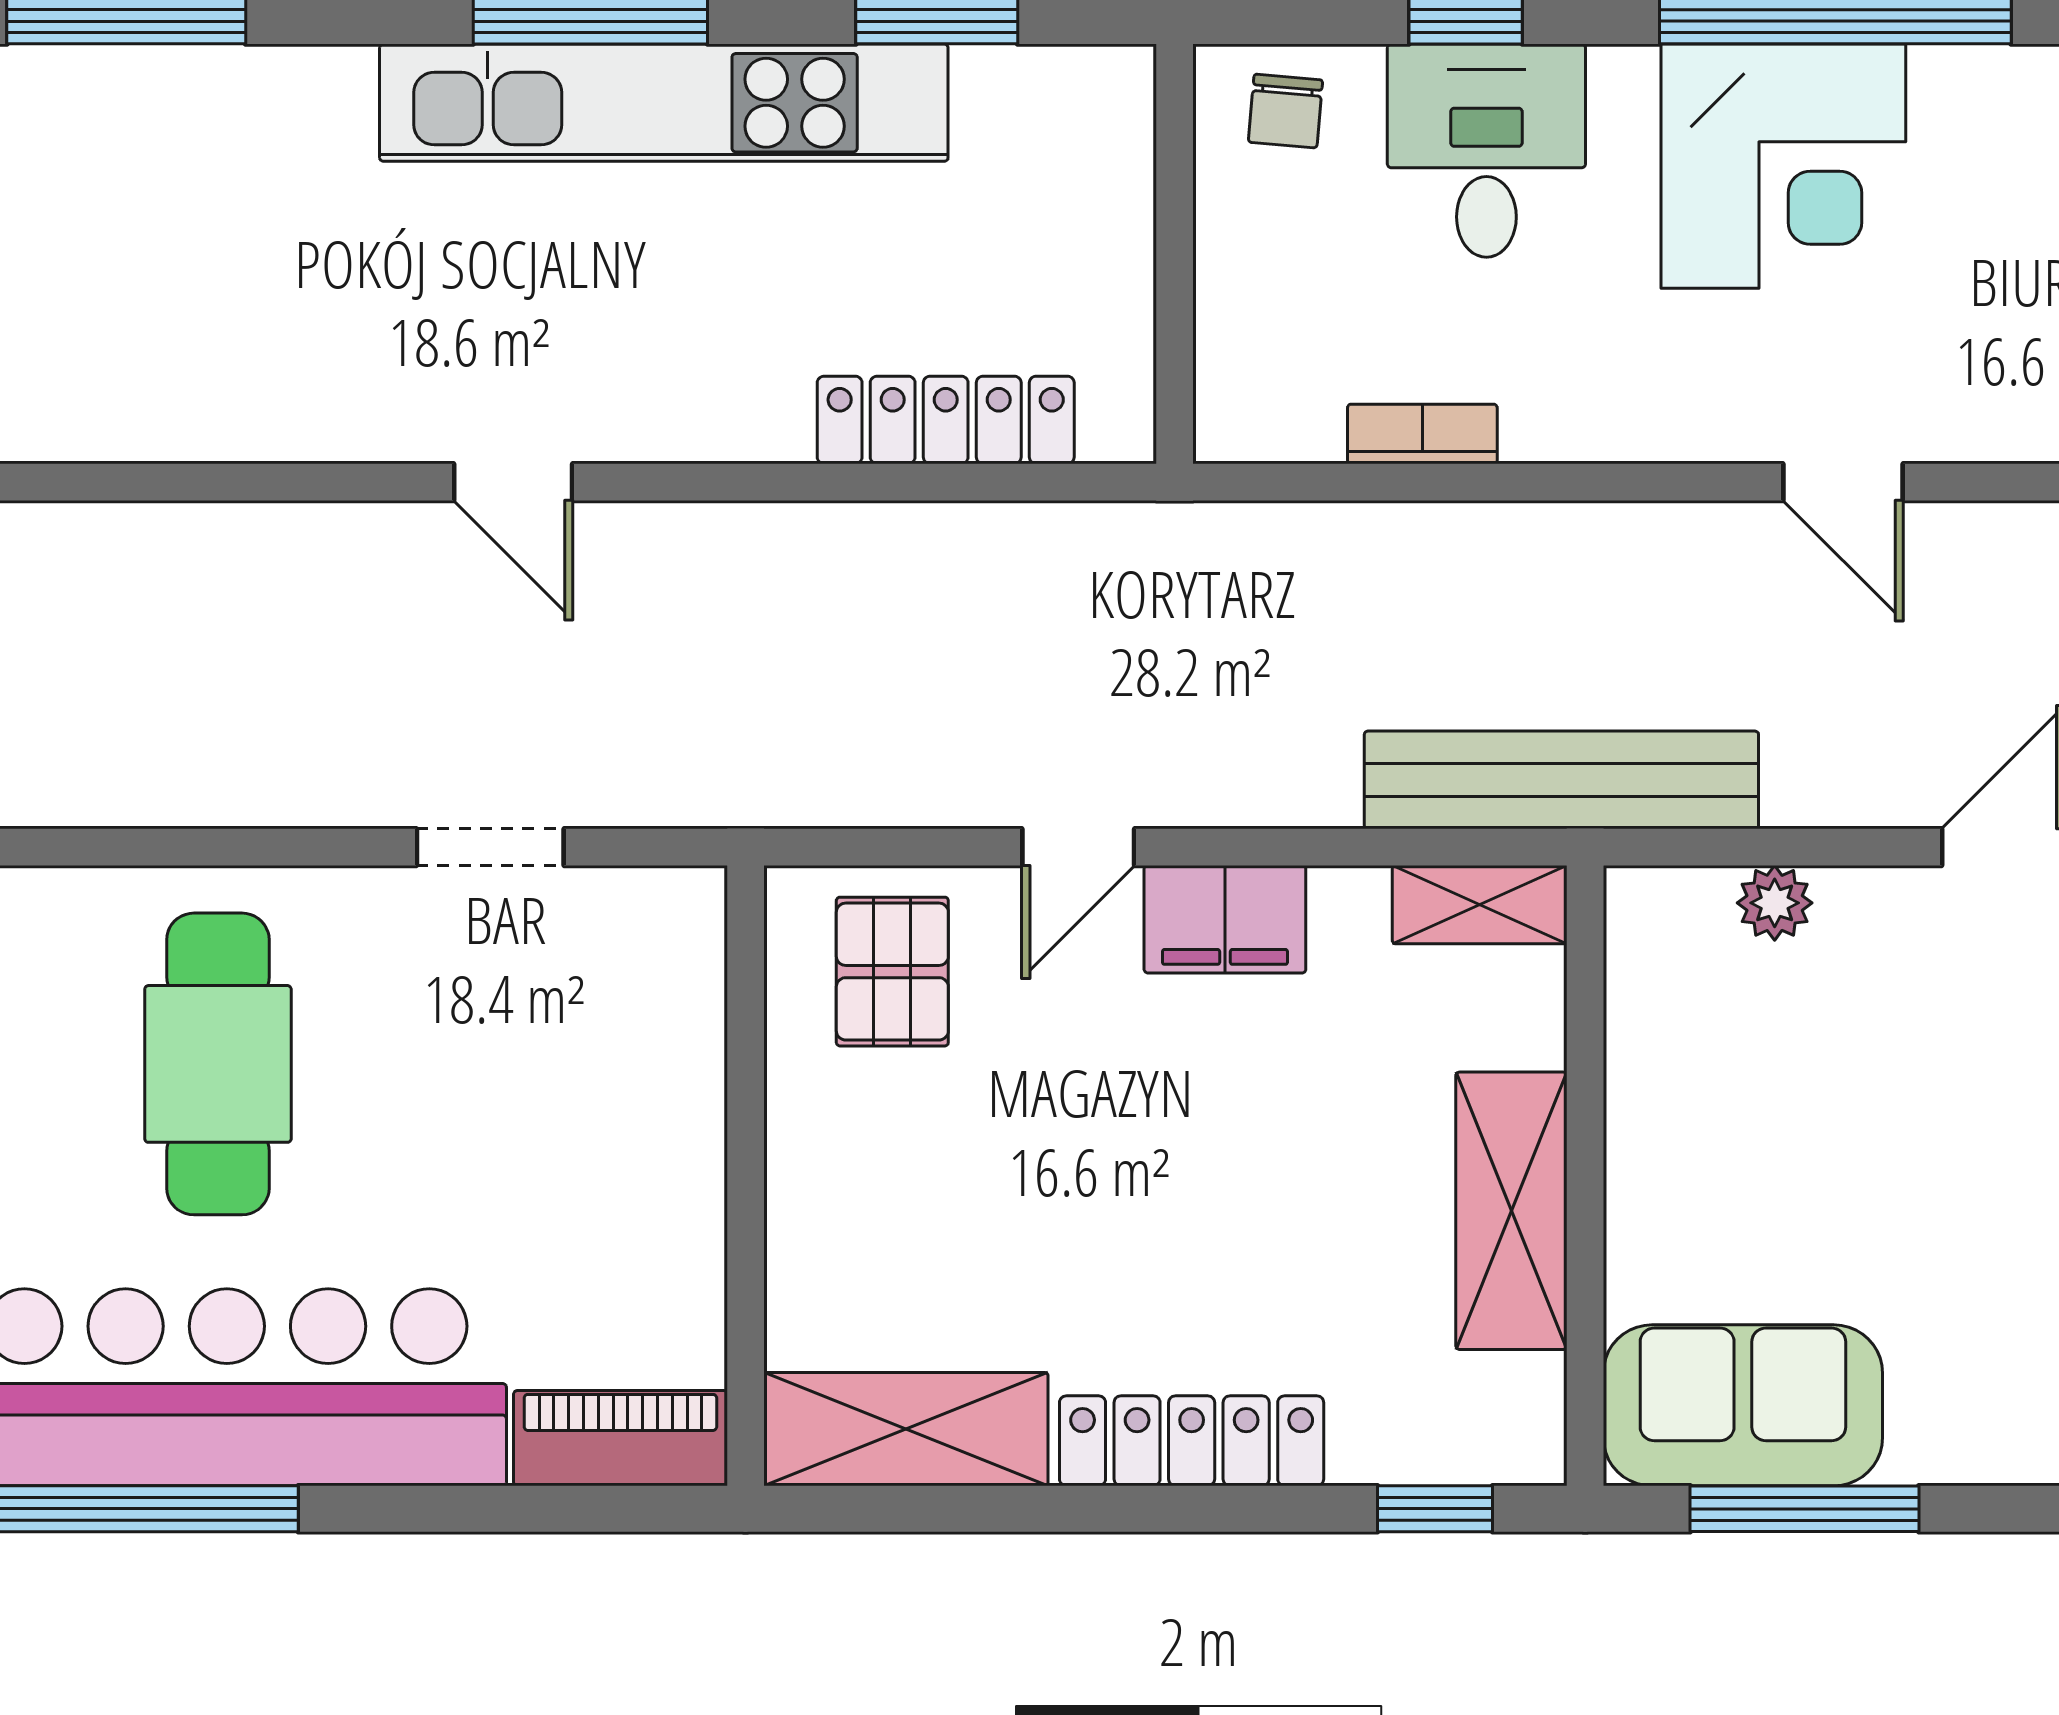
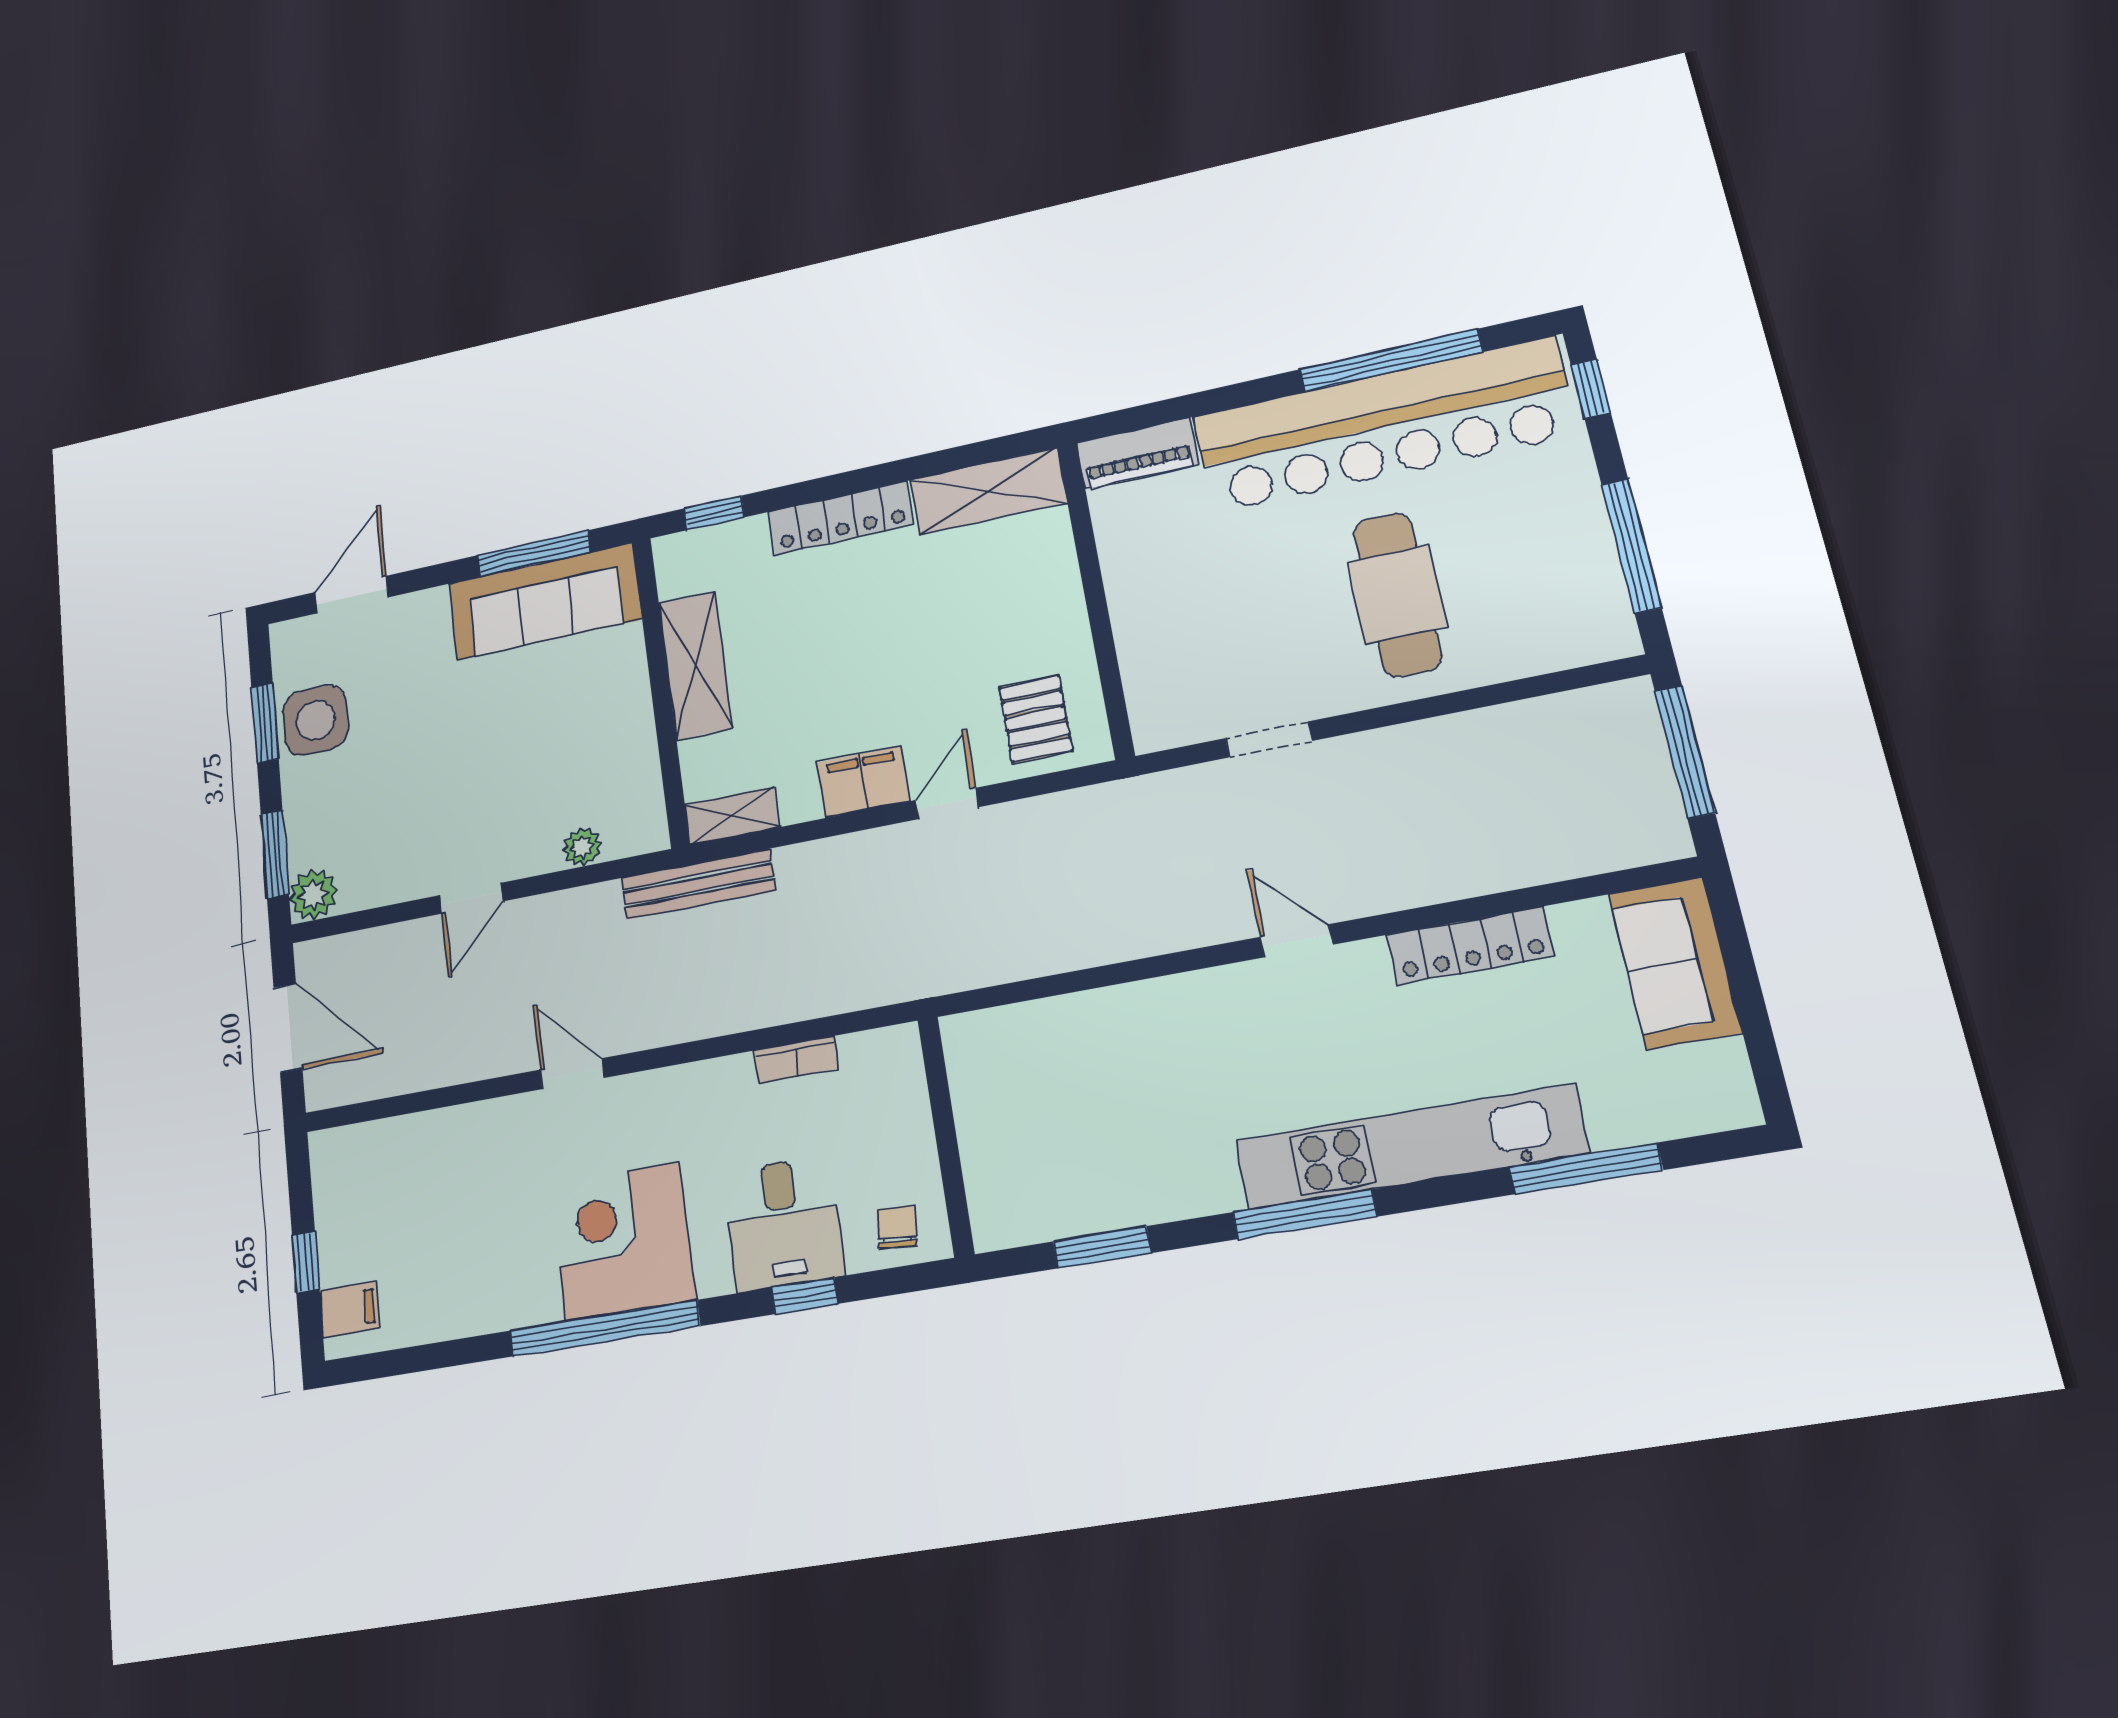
kitchen unit: (664, 103) -> (1410, 1147), moved
locker: (946, 420) -> (1470, 945), moved
bench: (1561, 780) -> (698, 884), width x0.73, depth x0.82
sofa: (1743, 1405) -> (545, 601), width x1.36

